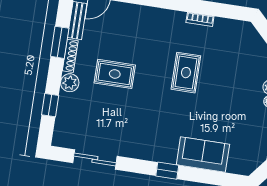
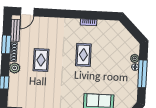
rug: (115, 74) -> (41, 60), turned 90

